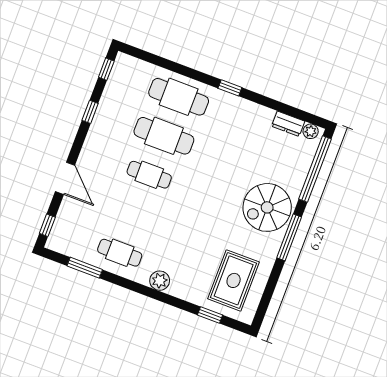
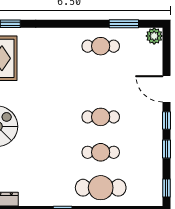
cafe table: (164, 136) -> (101, 152), width x0.73, depth x0.74
window: (47, 225) -> (166, 121), moved
plant: (160, 281) -> (154, 36), moved

